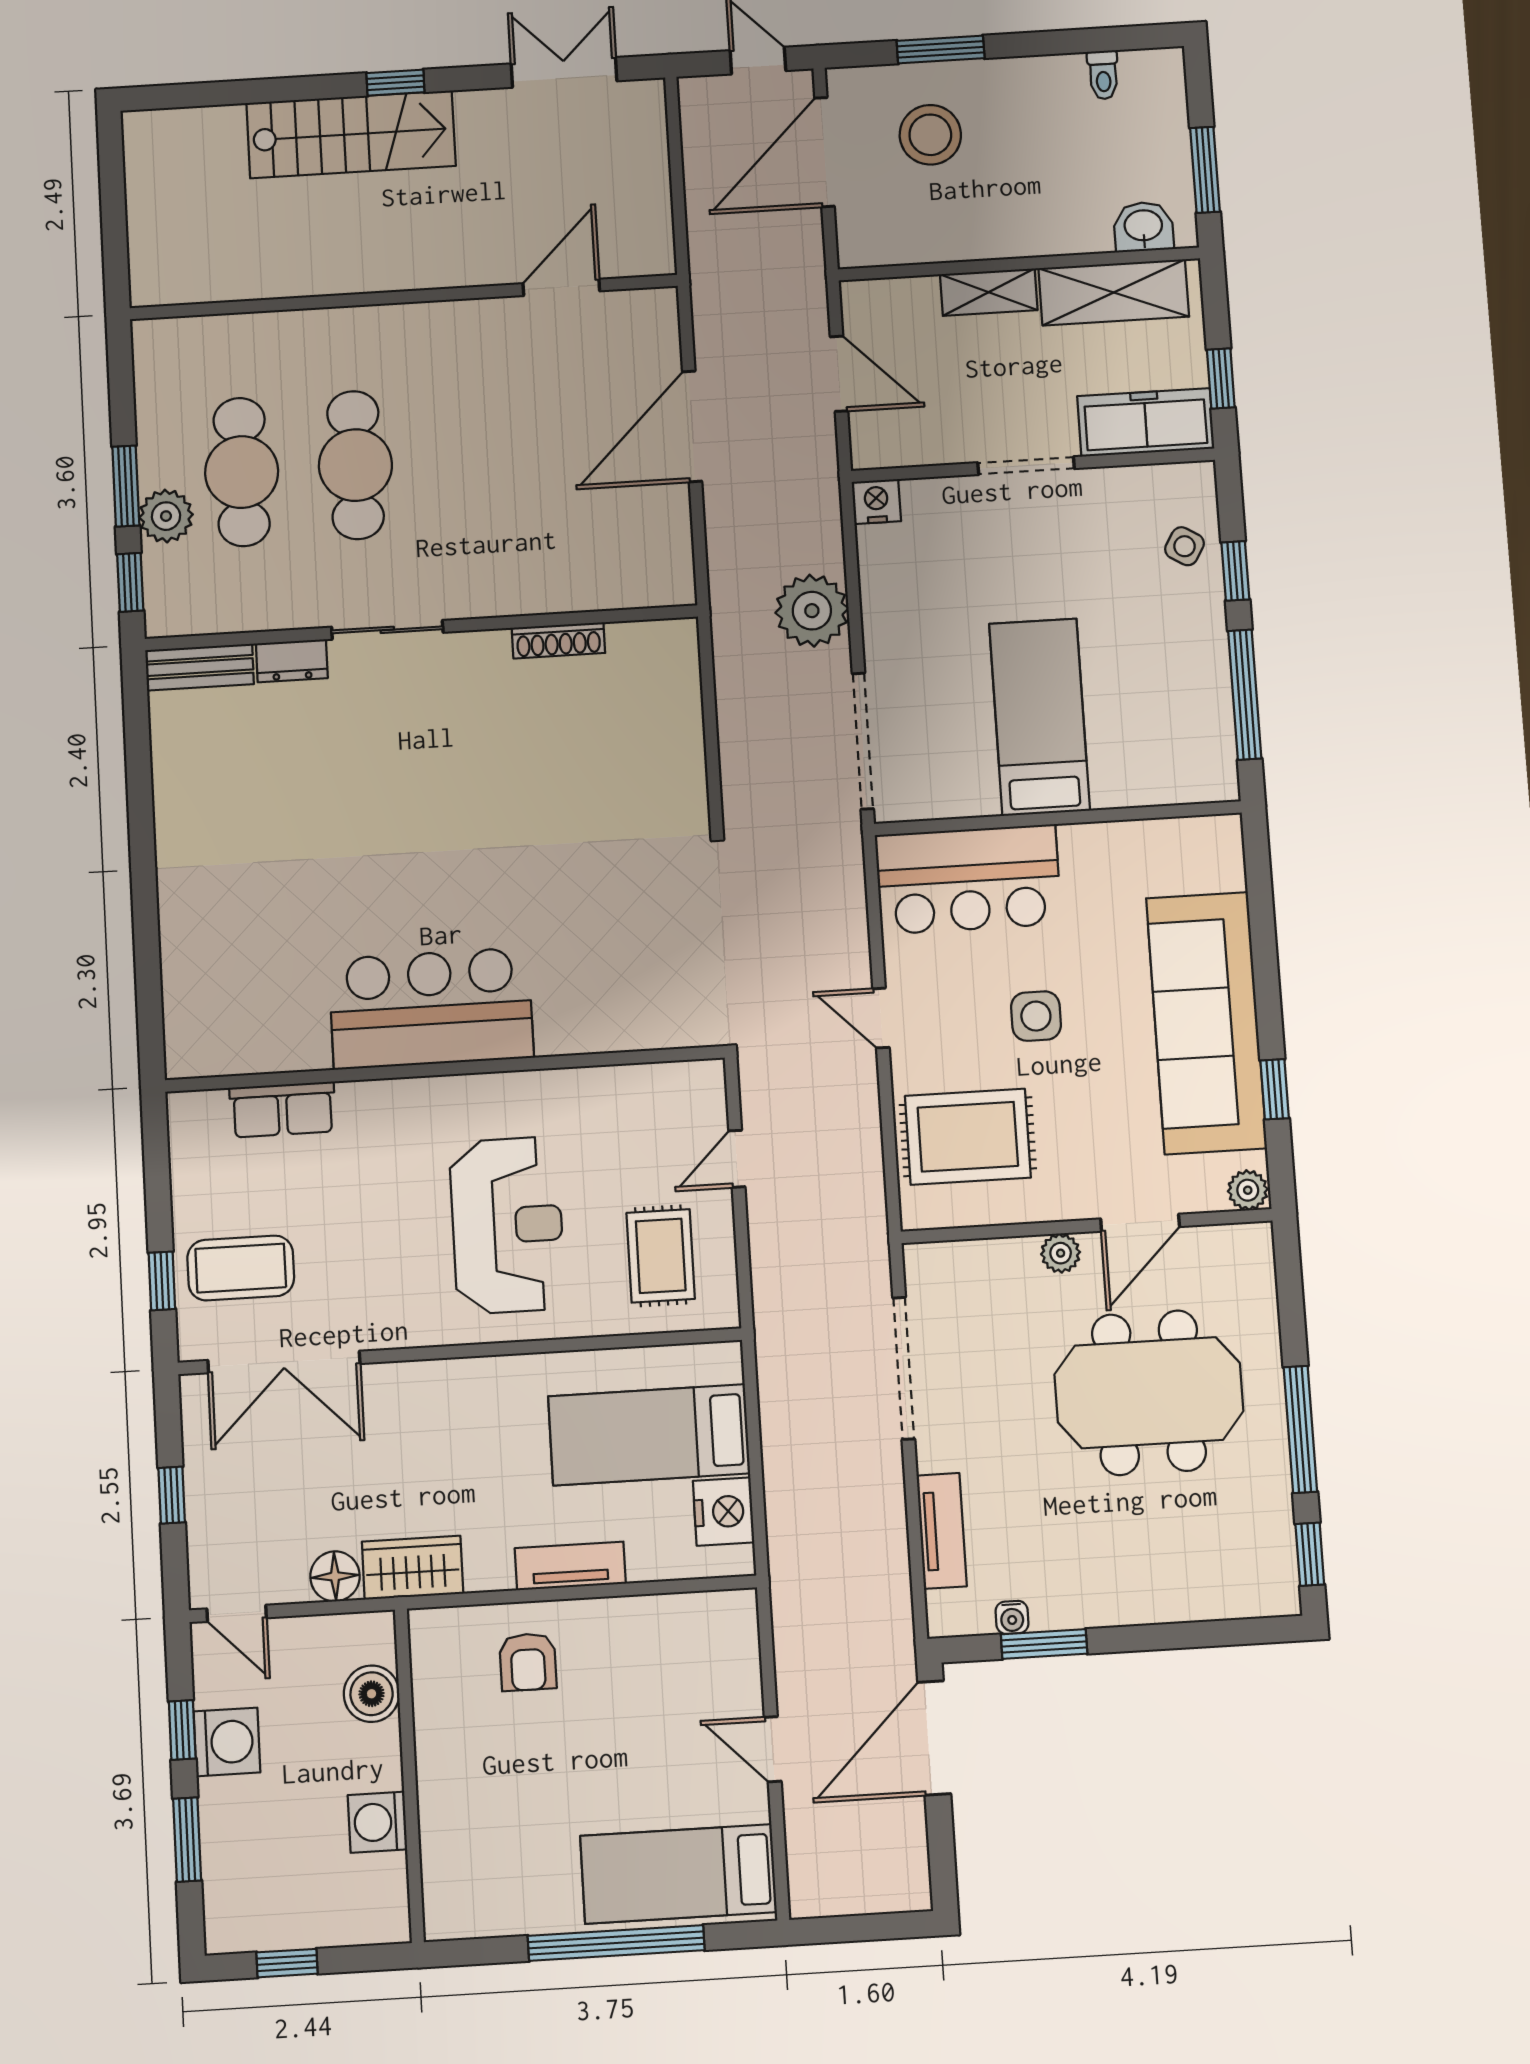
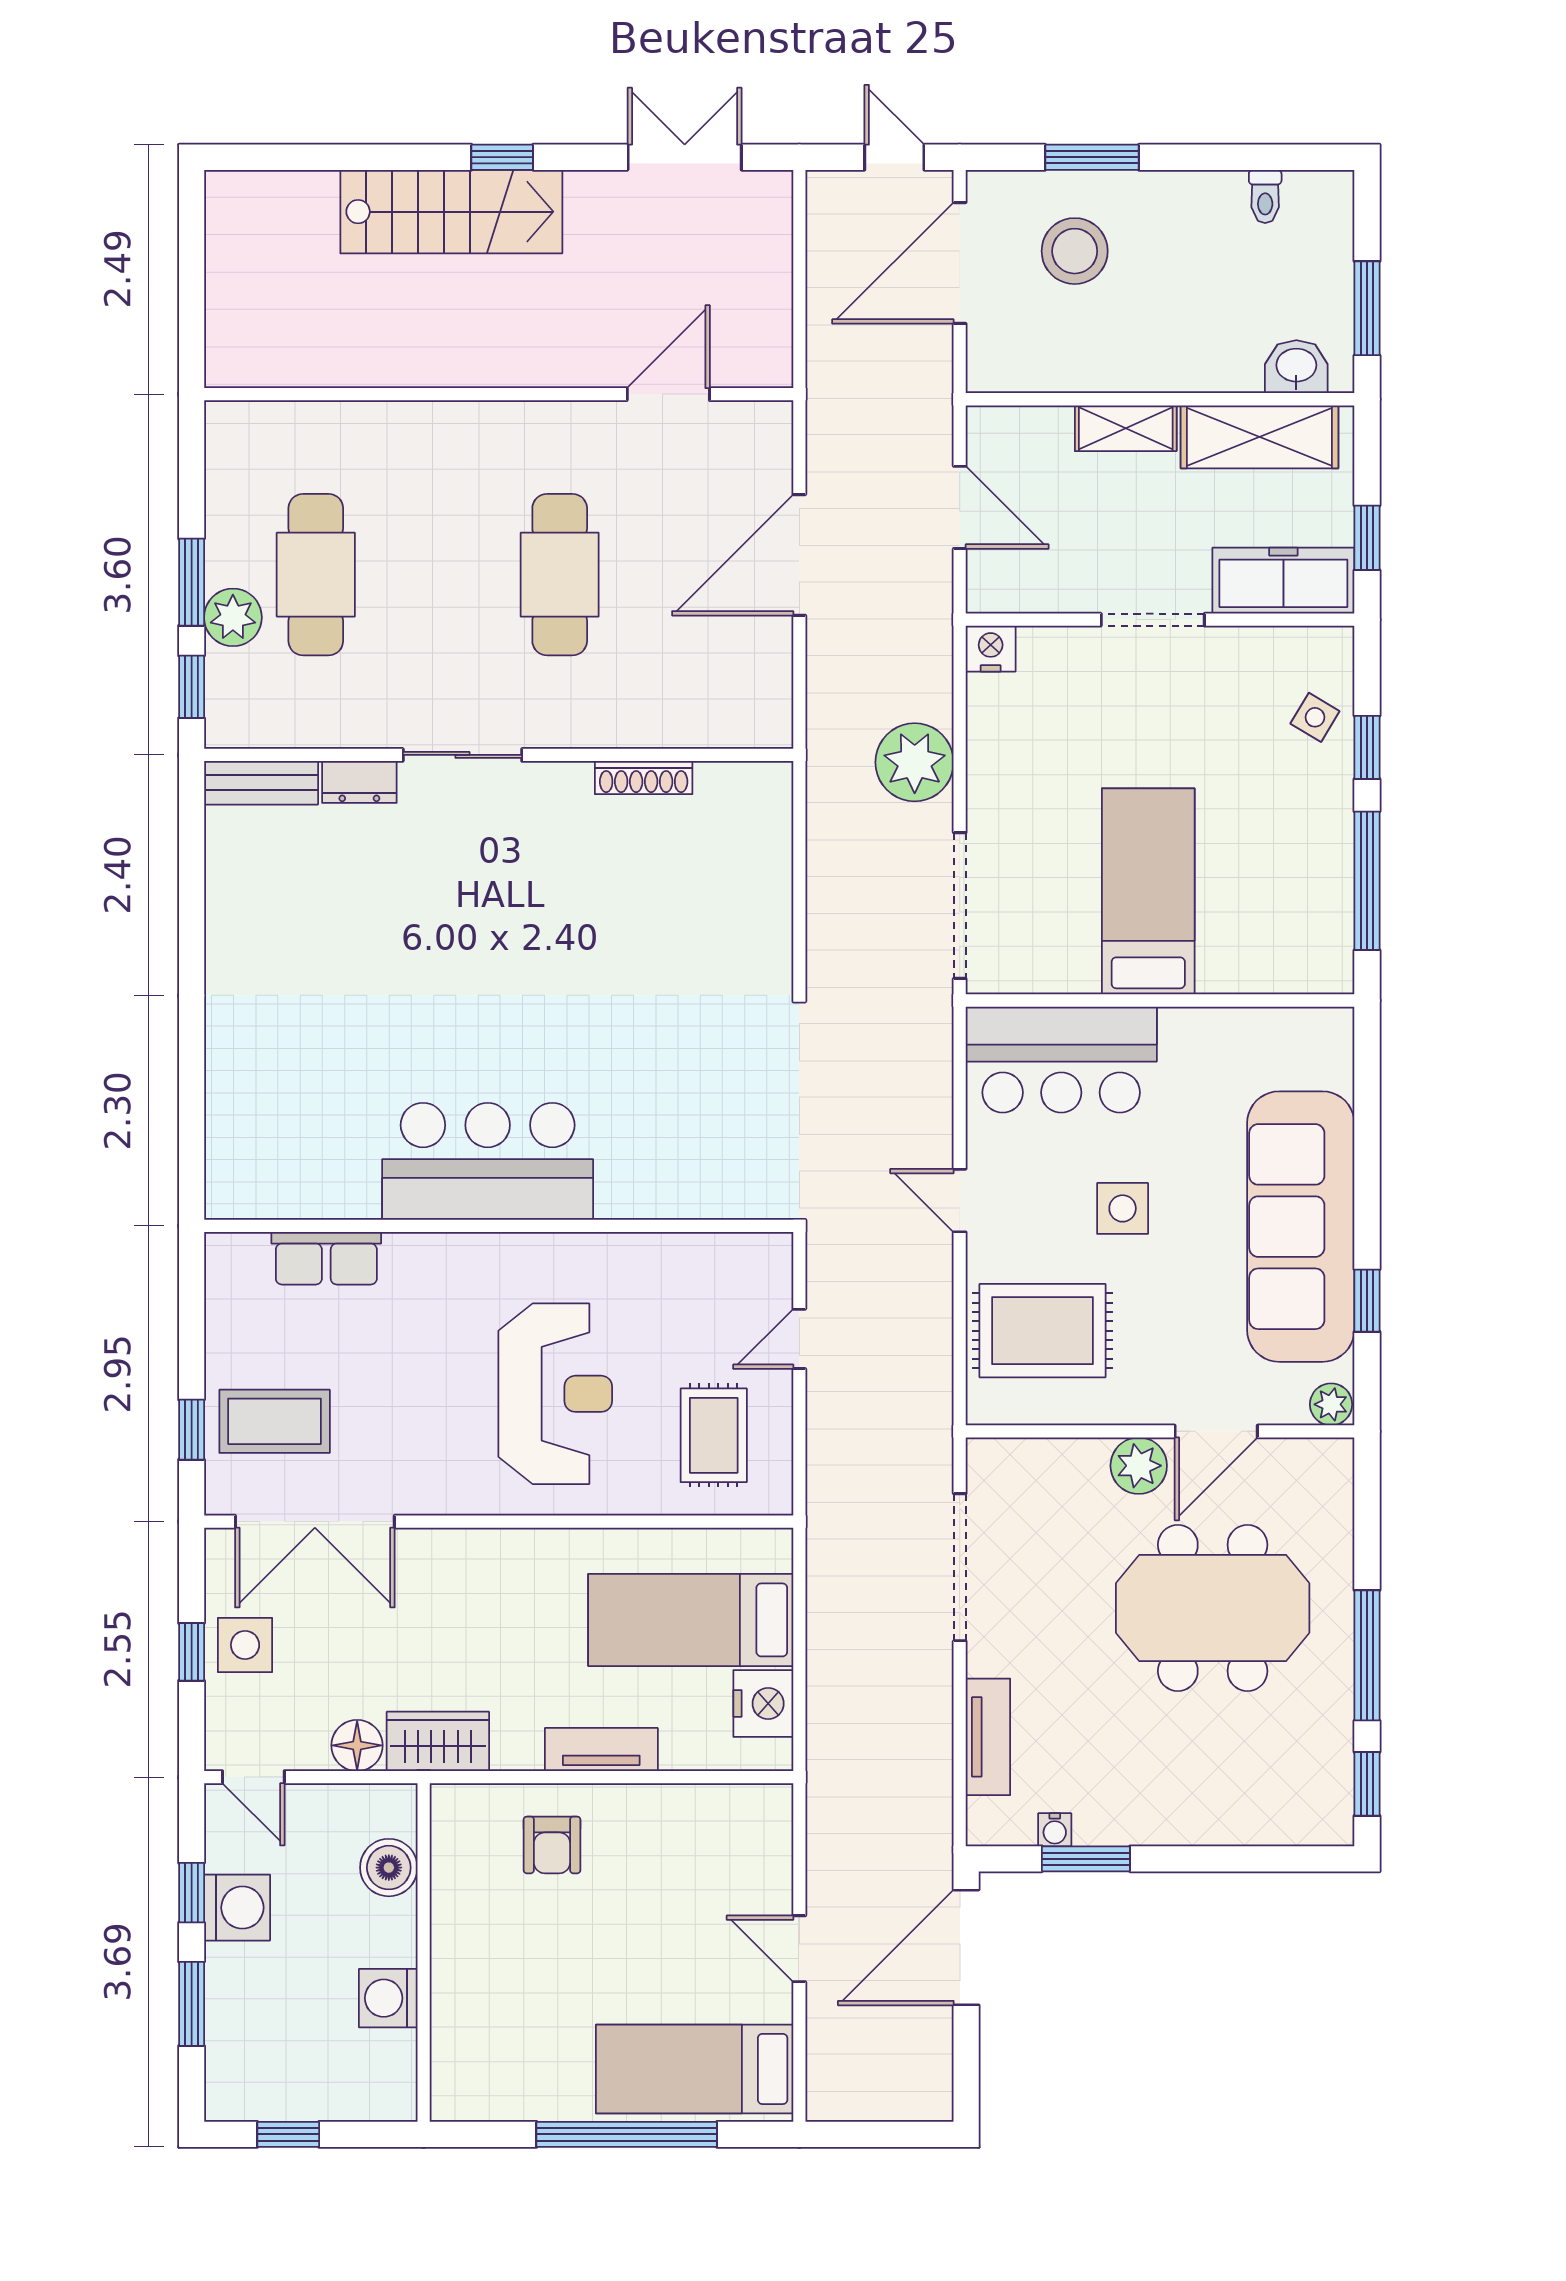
cafe table: (355, 465) -> (560, 575), moved
plant: (1061, 1253) -> (1139, 1466), width x1.38, depth x1.38
side table: (223, 1485) -> (245, 1645), added

